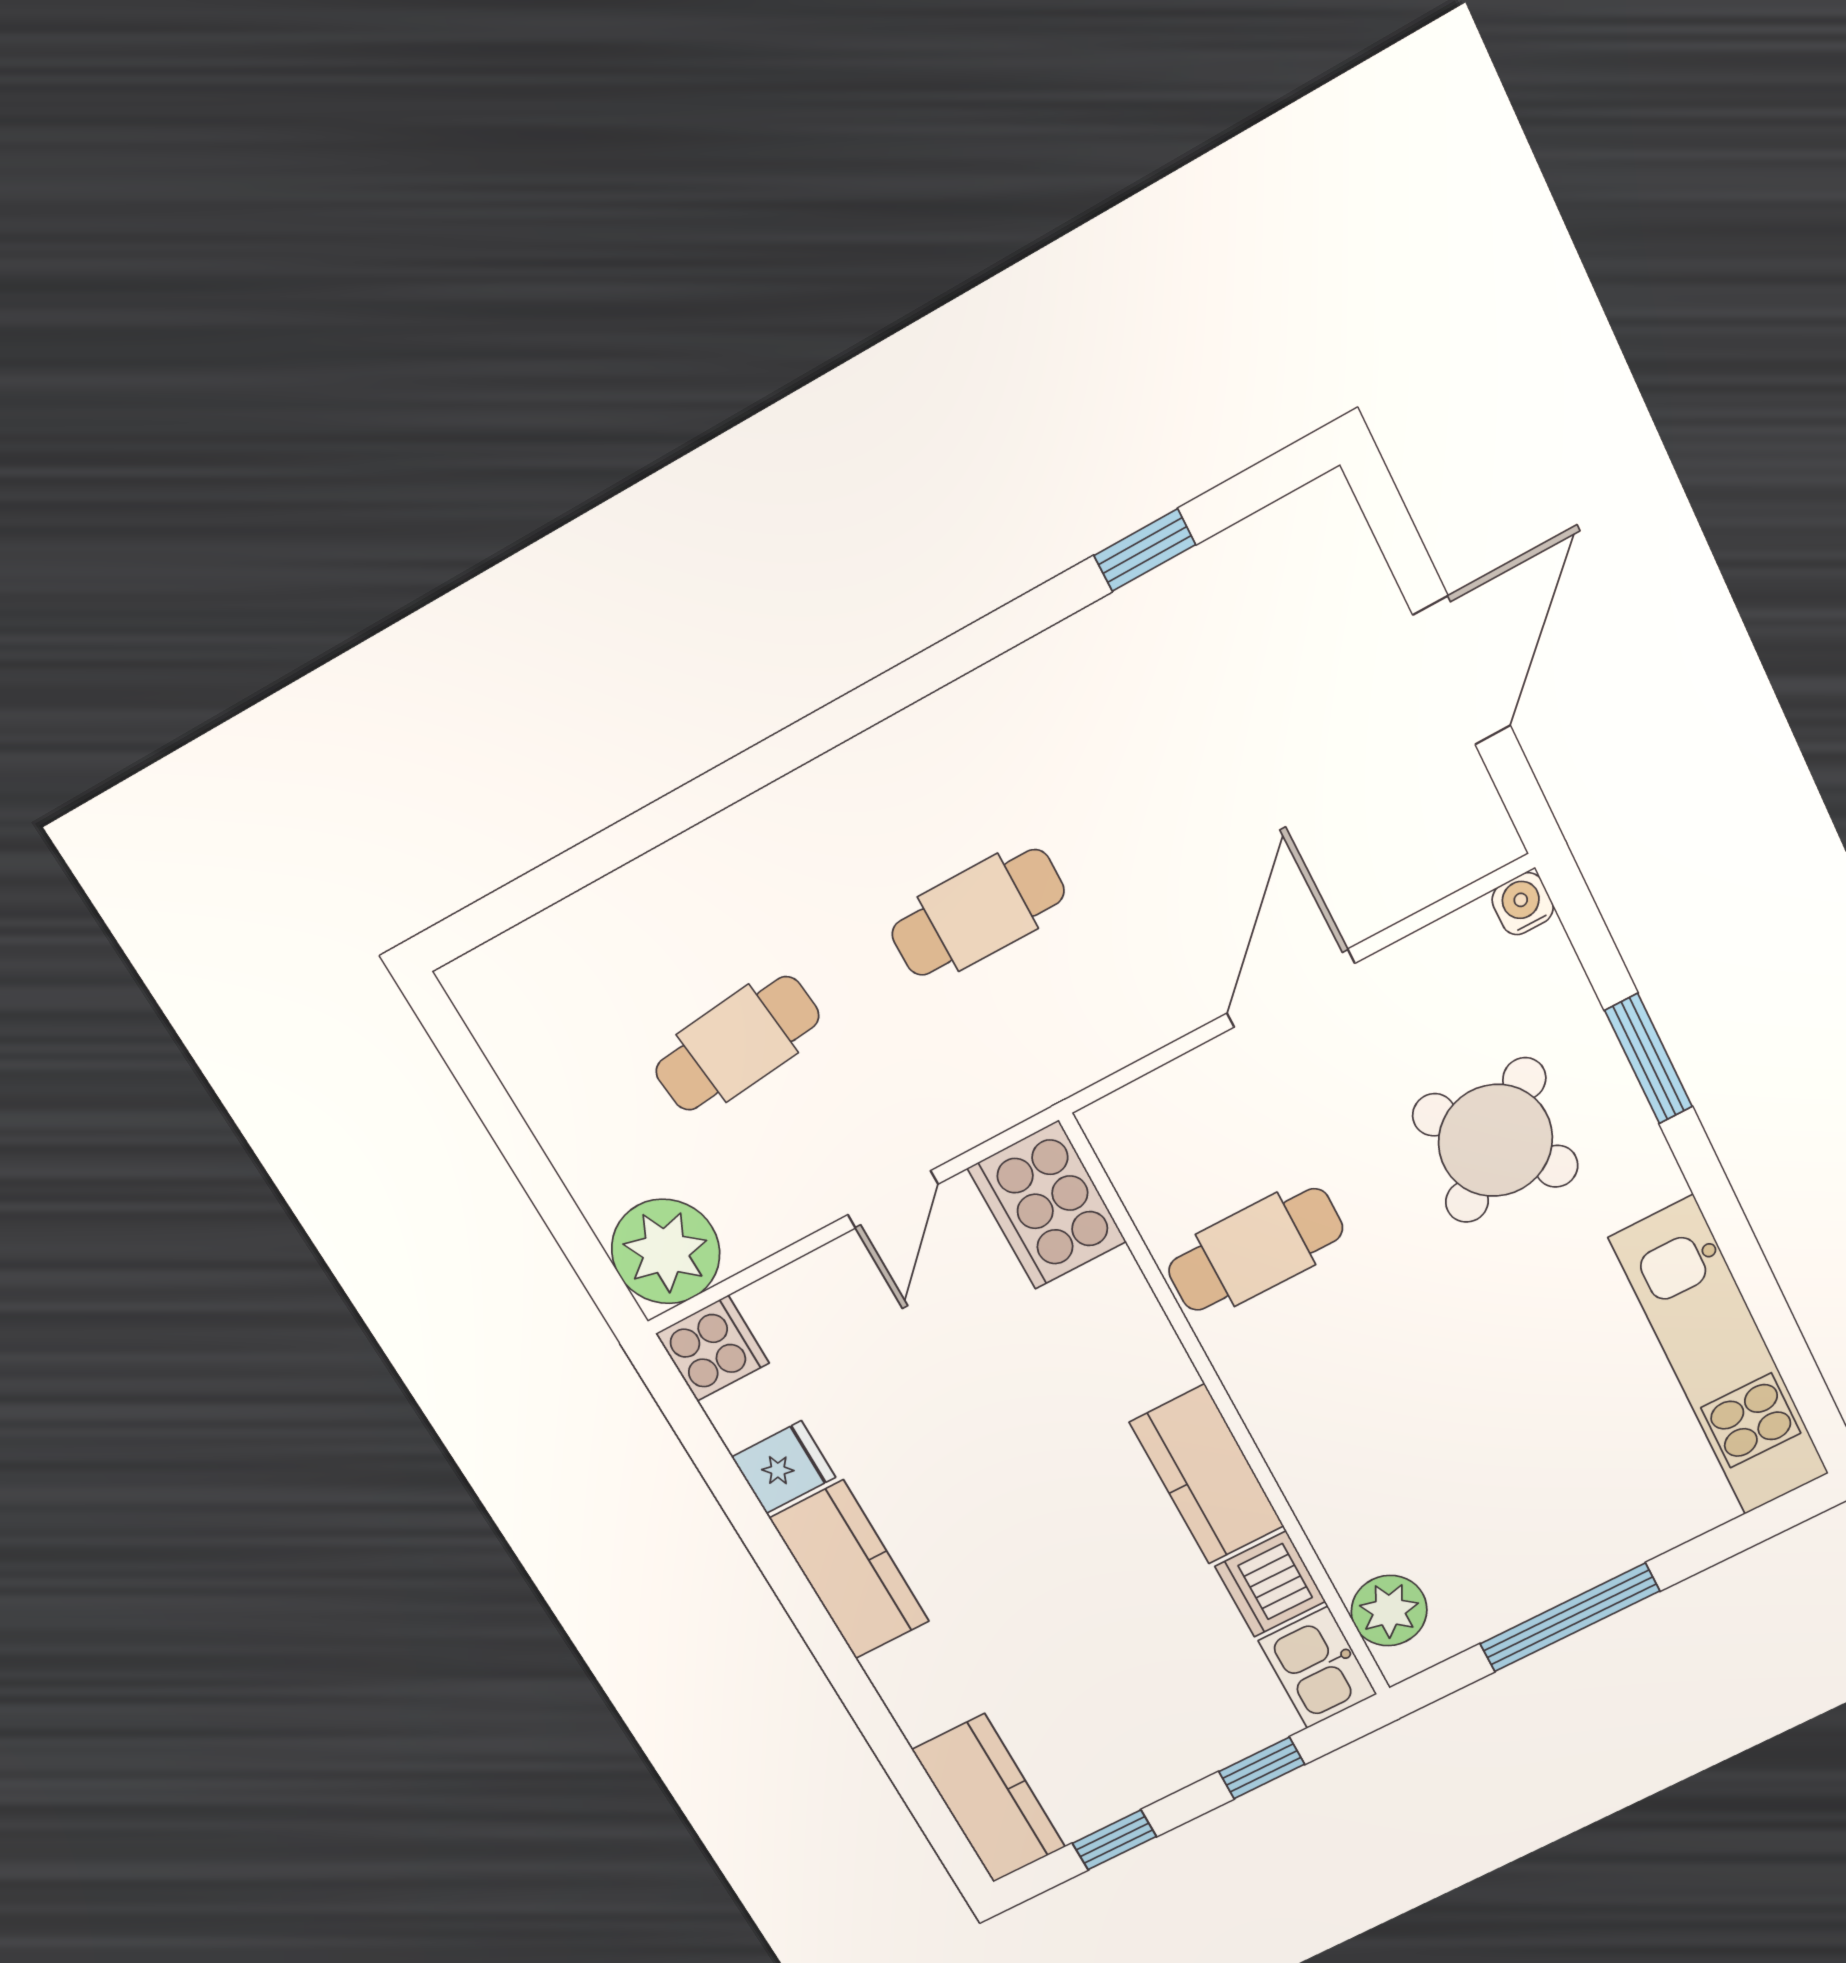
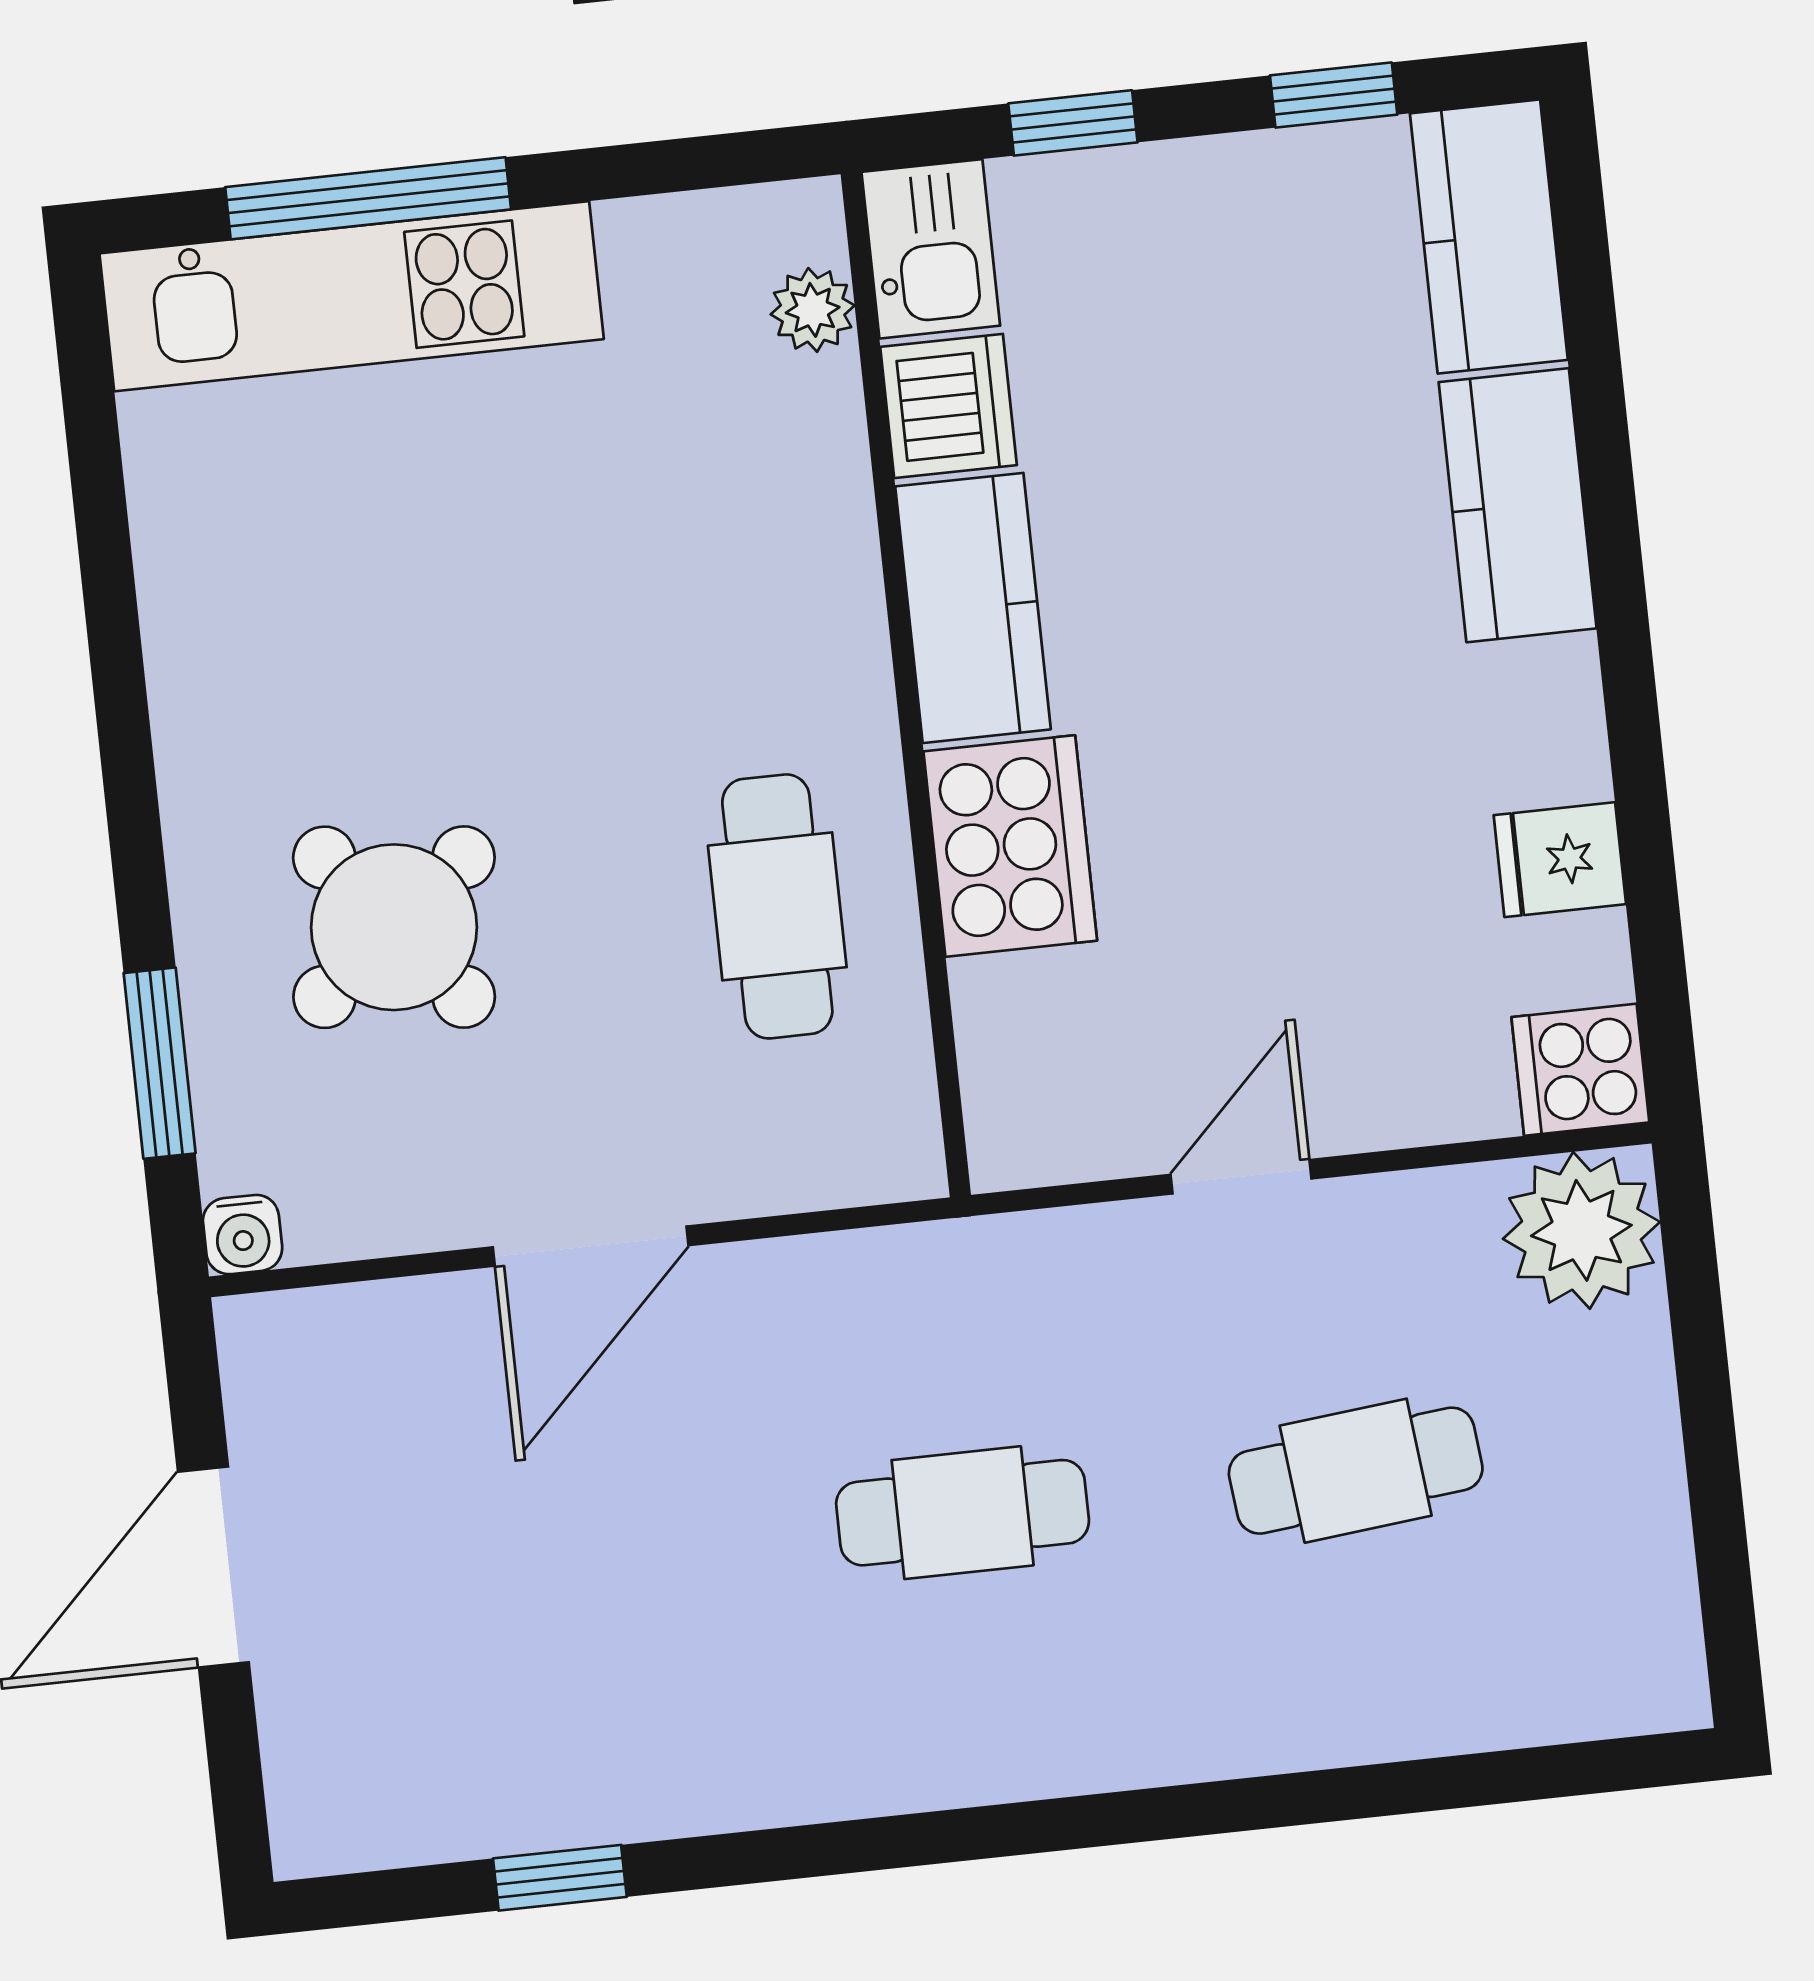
window: (1649, 1059) -> (160, 1063), moved
cooker: (1047, 1205) -> (1010, 846), moved
cafe table: (1256, 1250) -> (777, 906), turned 90
kitchen unit: (1720, 1357) -> (352, 296), moved, turned 90
kitchen counter: (849, 1570) -> (1518, 505), moved
plant: (1389, 1611) -> (813, 310), width x0.73, depth x0.73
window: (1570, 1618) -> (368, 198), moved

